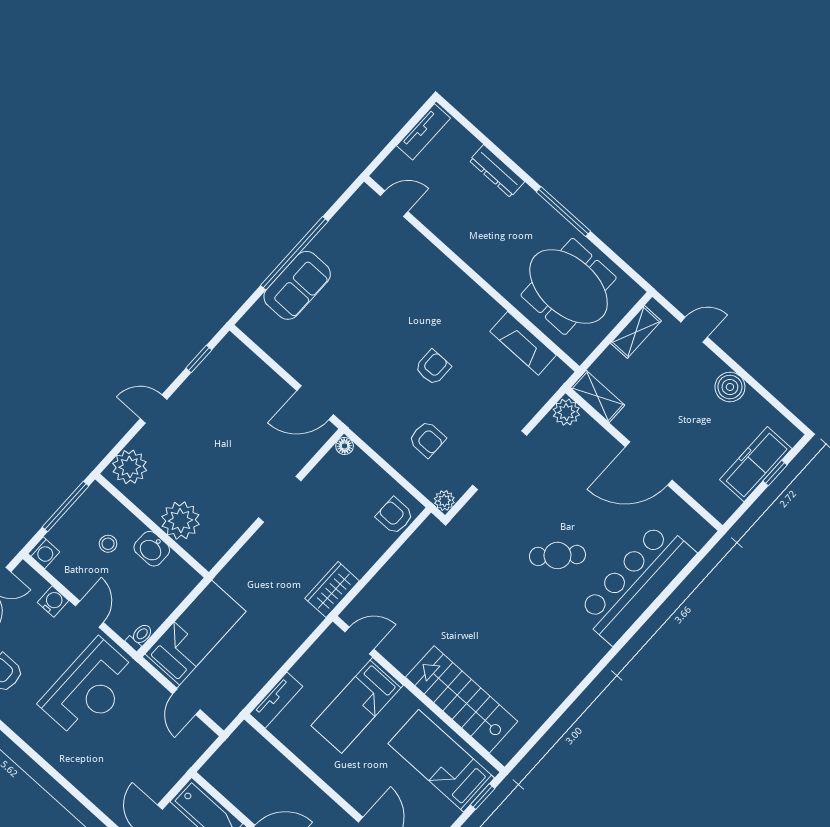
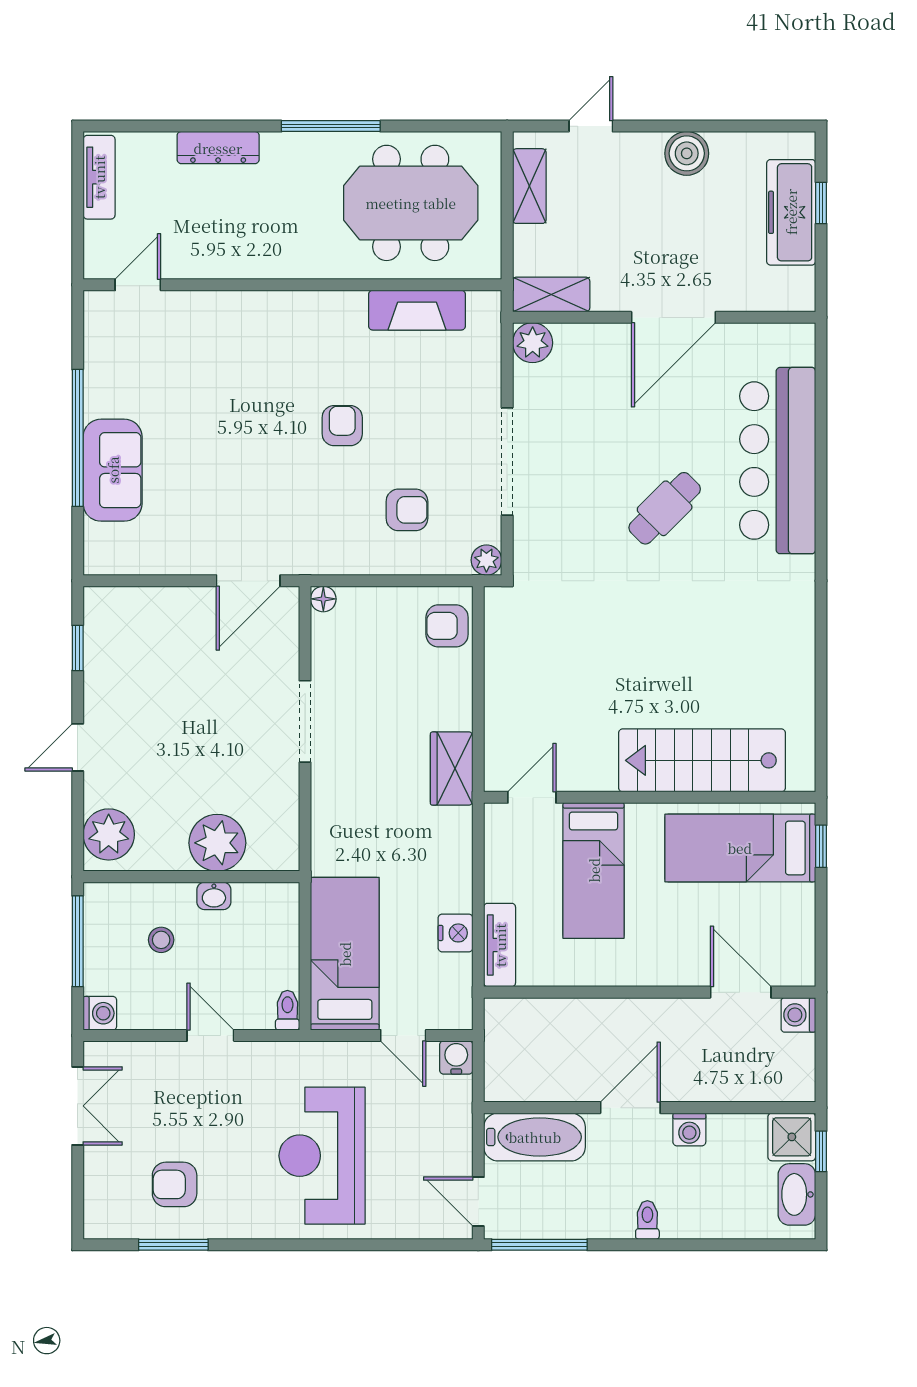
washbasin: (152, 549) -> (214, 896), width x0.72, depth x0.69
water cooler: (53, 601) -> (456, 1057), moved
nightstand: (259, 674) -> (455, 933), added
reception desk: (89, 689) -> (322, 1156), moved, turned 180

